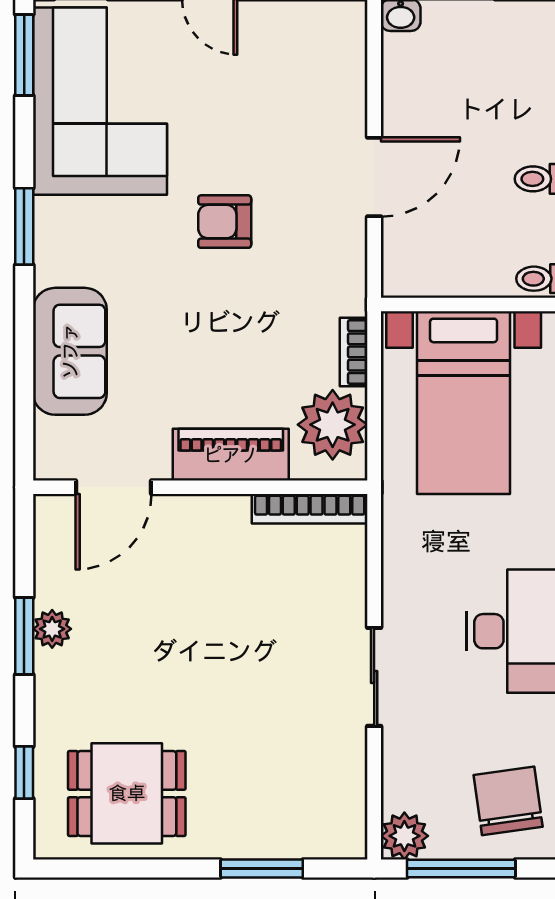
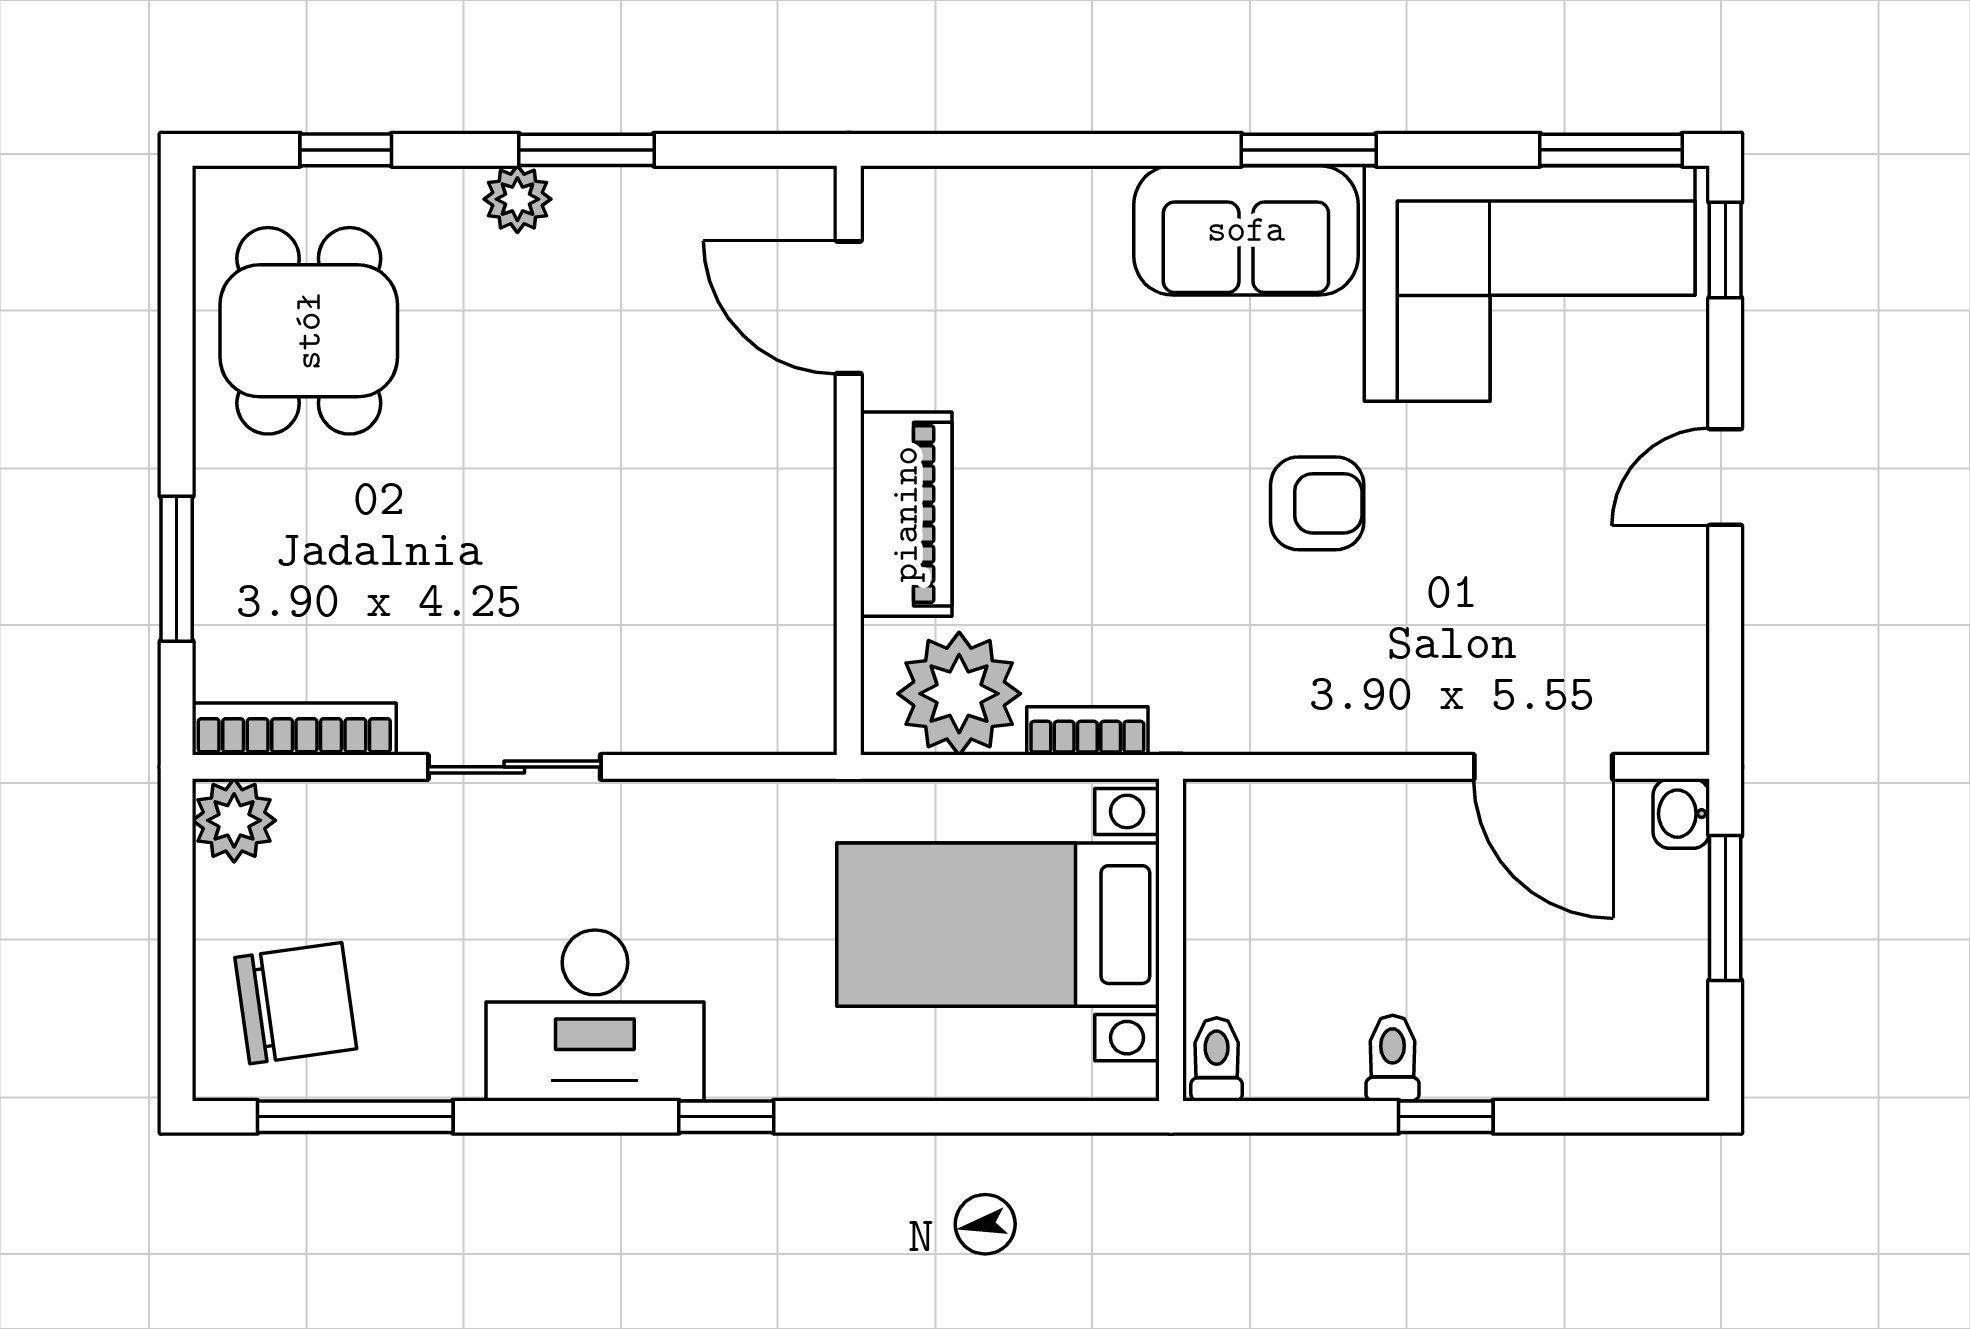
door: (374, 177) -> (1543, 767), moved
armchair: (225, 222) -> (1317, 503), turned 90
sofa: (70, 351) -> (1246, 230), moved
bookcase: (310, 509) -> (294, 729), moved, turned 90
plant: (52, 629) -> (517, 199), moved
window: (461, 868) -> (177, 920), removed

